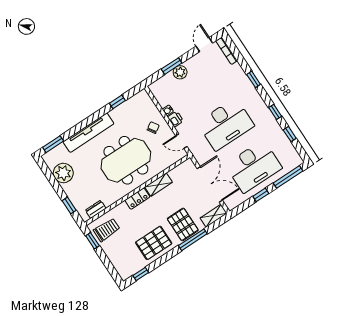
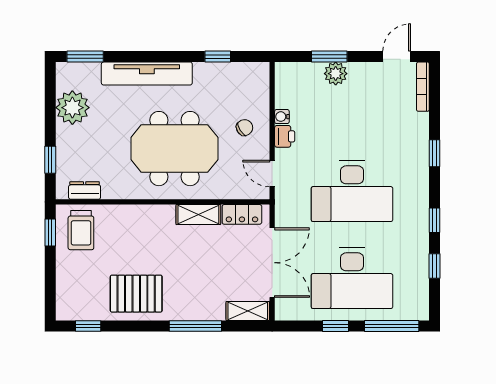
locker: (137, 199) -> (242, 214), moved
pallet: (183, 224) -> (195, 295), removed
trolley: (107, 230) -> (81, 230), turned 90

